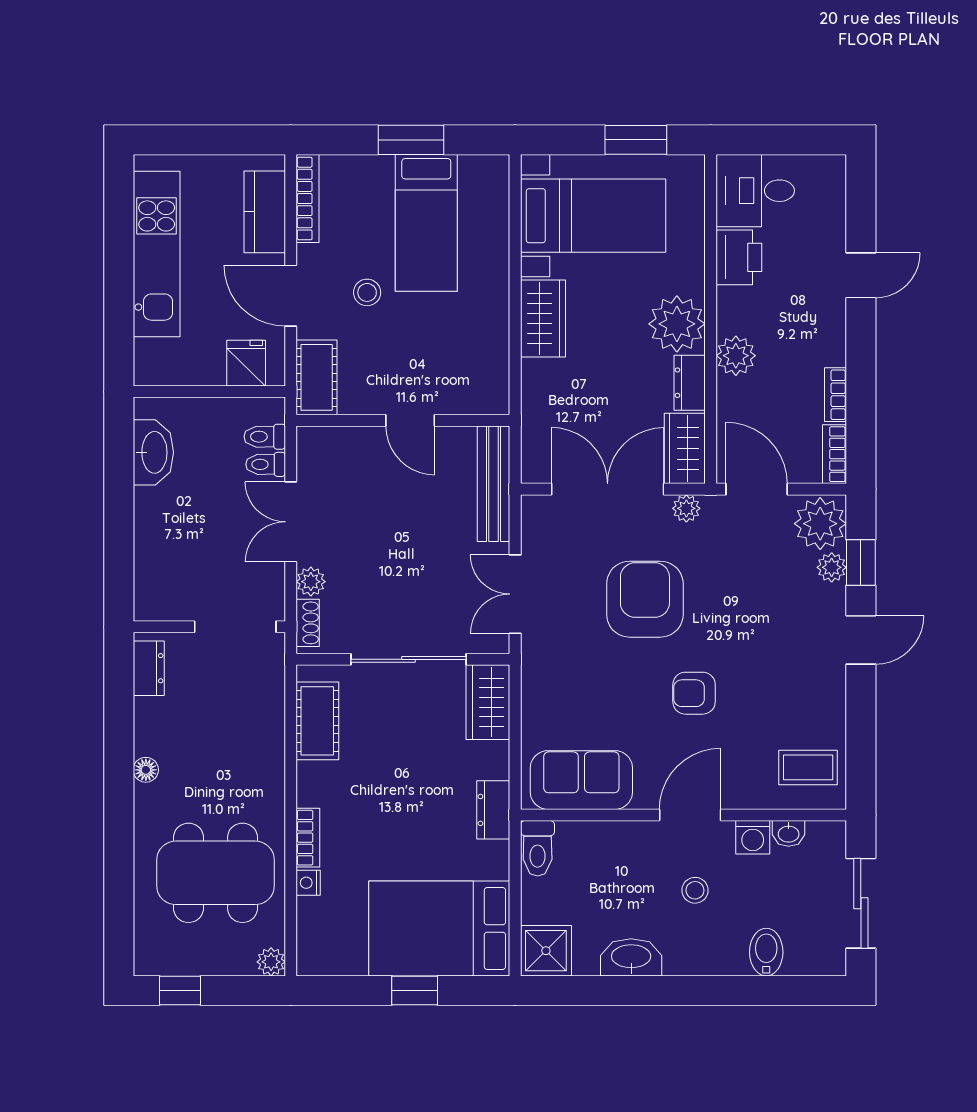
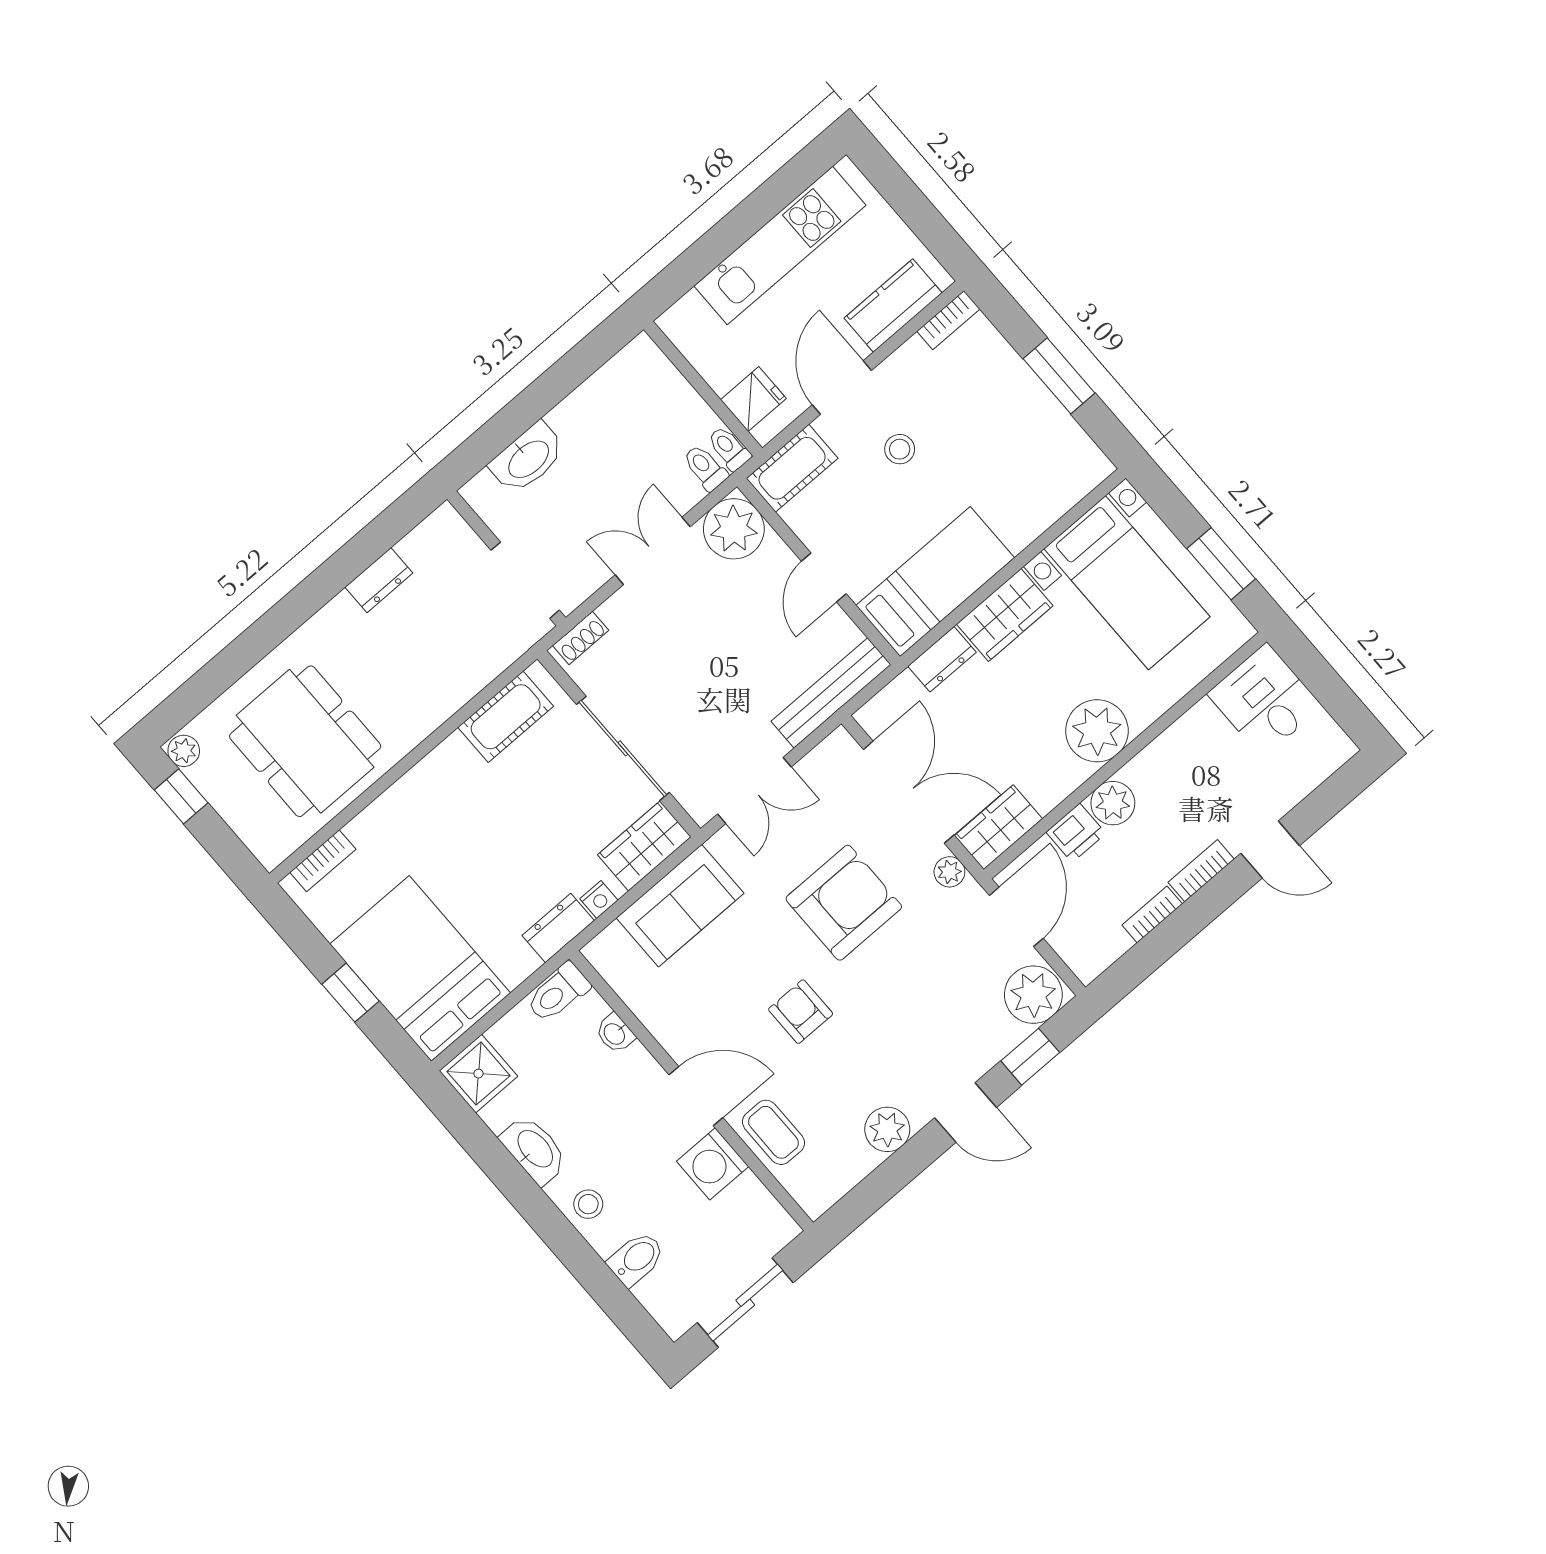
bookcase: (307, 199) -> (948, 320), width x0.64
bed: (426, 223) -> (935, 582), moved, turned 180
printer: (739, 257) -> (1076, 833), moved, width x0.73, depth x0.81
dresser: (690, 383) -> (942, 659), moved, turned 180
washbasin: (153, 452) -> (528, 458), moved
bookcase: (834, 454) -> (1201, 871), moved
toilet: (266, 464) -> (729, 448), moved
plant: (832, 567) -> (887, 1129), moved, width x1.38, depth x1.38
plant: (311, 582) -> (734, 529), moved, width x1.87, depth x1.87
double door: (515, 594) -> (754, 791), swing flipped
dresser: (149, 668) -> (379, 580), moved
coffee table: (808, 767) -> (773, 1132), moved
floor lamp: (146, 770) -> (341, 609), removed
sofa: (581, 780) -> (680, 906), moved, turned 90
washbasin: (789, 833) -> (615, 1033), moved
washing machine: (753, 837) -> (713, 1164), width x1.38, depth x1.38
bookcase: (308, 838) -> (323, 861), moved
nightstand: (308, 883) -> (599, 899), moved, turned 180
stool: (695, 890) -> (588, 1204), moved
plant: (271, 962) -> (184, 751), moved

